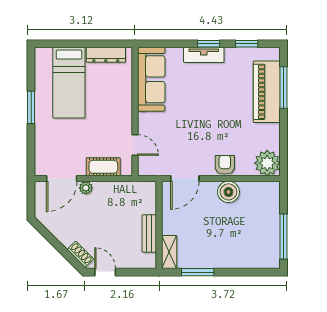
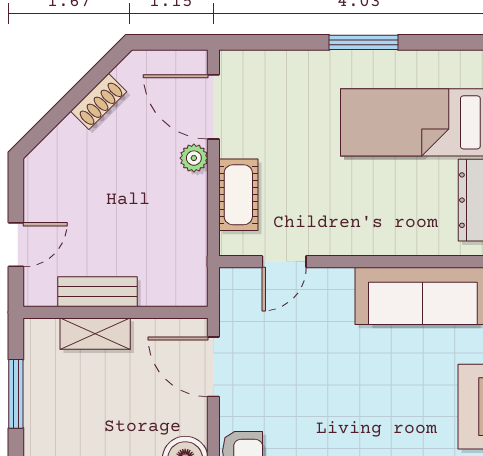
shelving: (169, 252) -> (95, 334), moved
shoe rack: (80, 254) -> (99, 101), moved
door: (105, 272) -> (16, 245), moved

